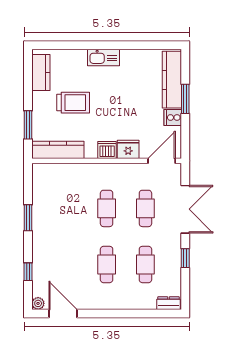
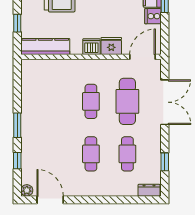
window: (28, 125) -> (17, 23), width x0.67
cafe table: (145, 208) -> (127, 101), width x1.37, depth x1.35
window: (28, 218) -> (17, 125), moved
window: (185, 258) -> (165, 162), moved

